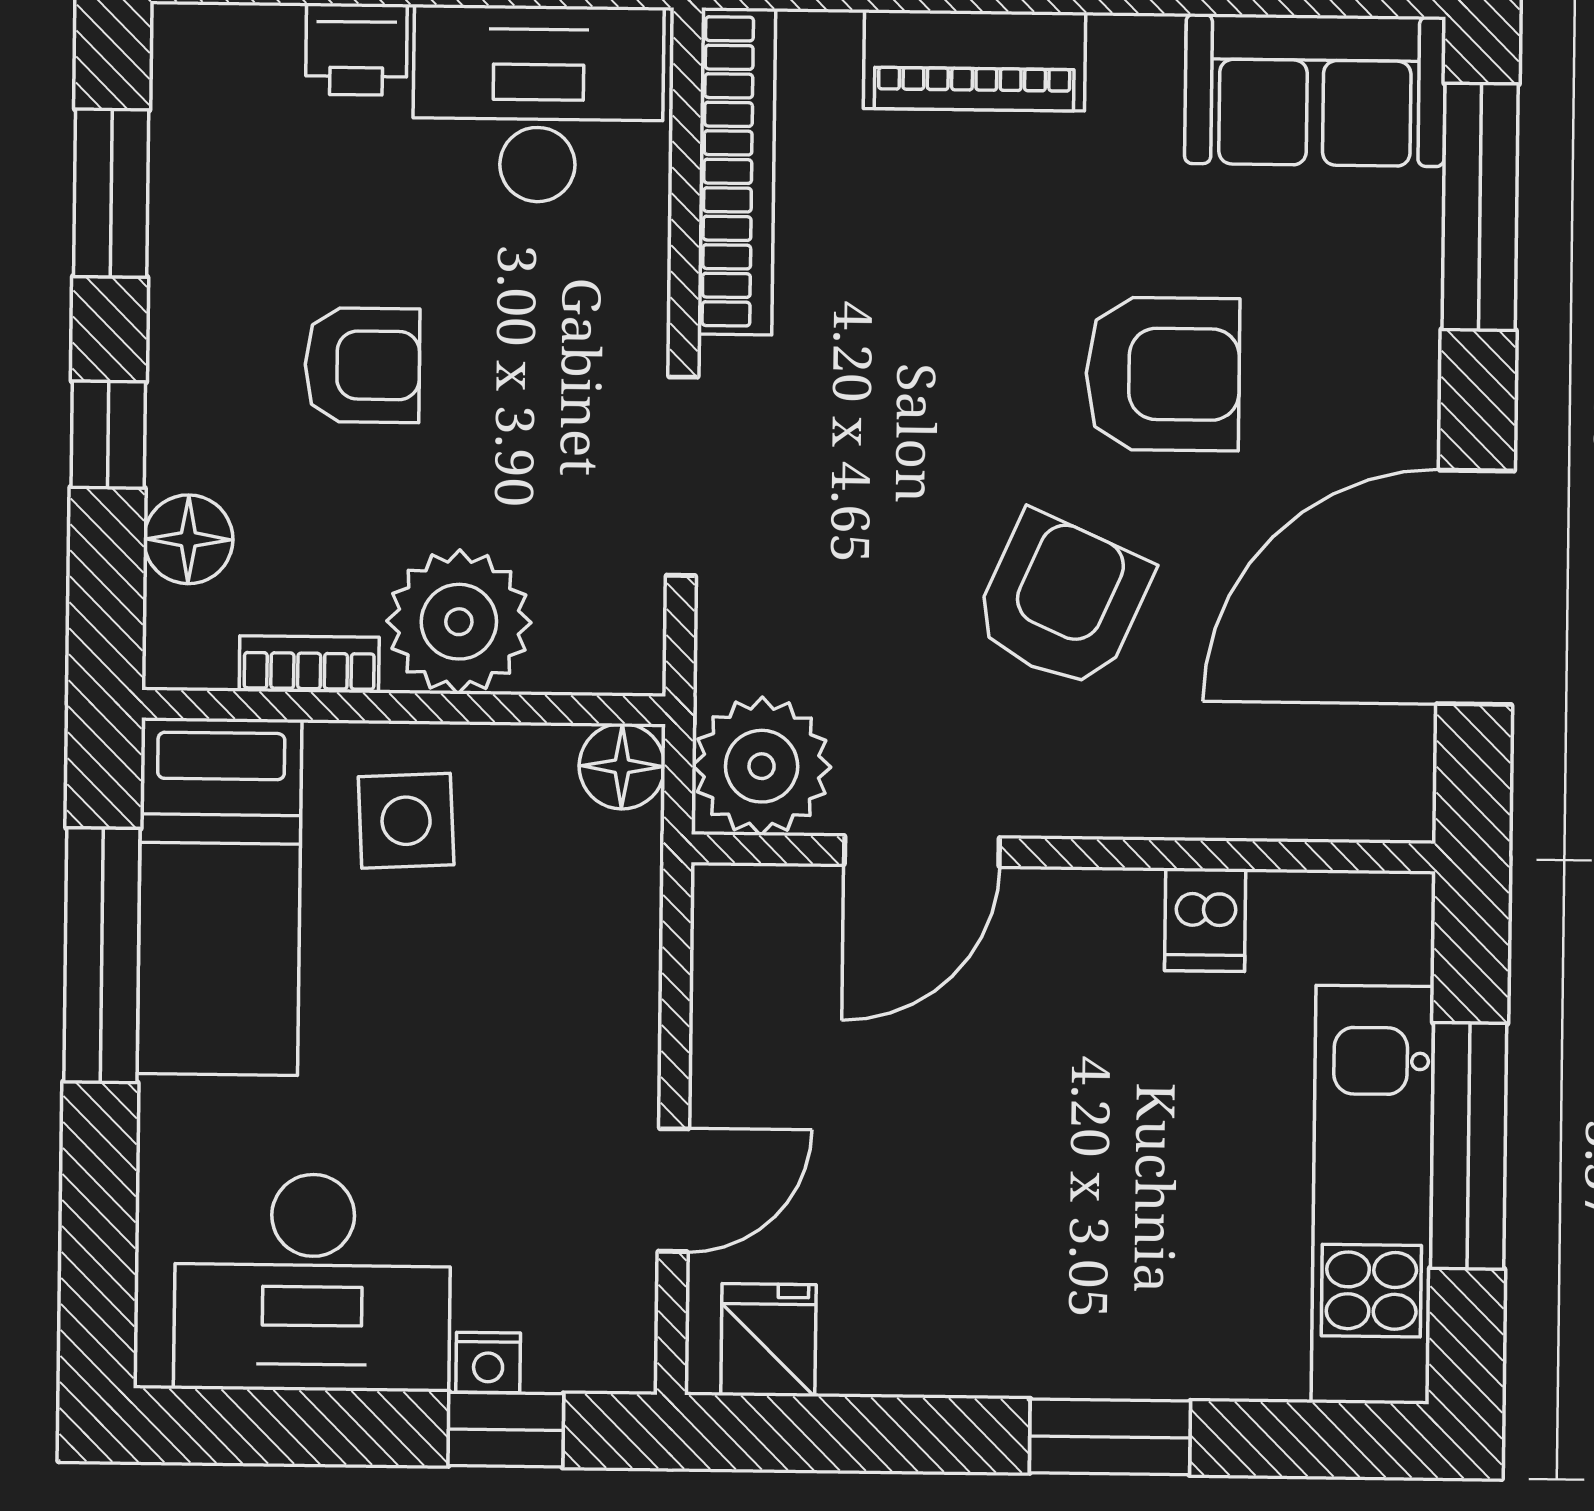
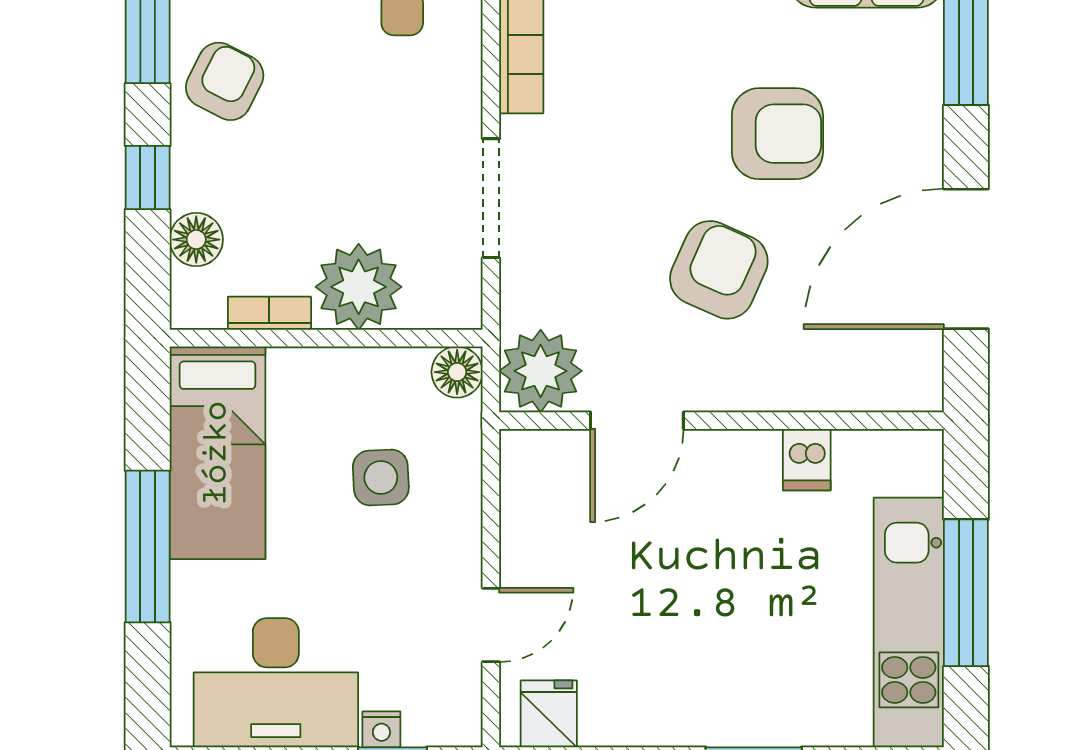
armchair: (362, 365) -> (225, 81), moved, turned -63
side table: (406, 821) -> (381, 478), moved
window: (102, 955) -> (148, 547), moved

